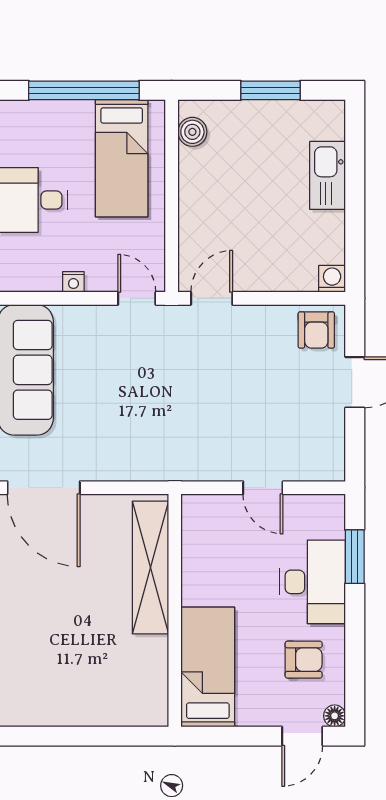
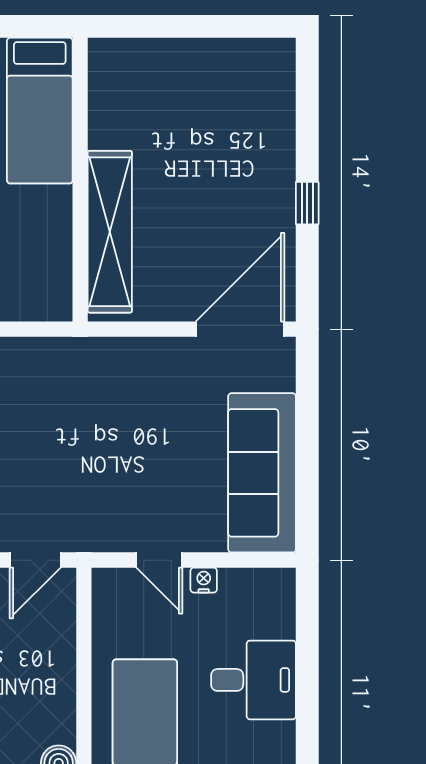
door: (137, 298) -> (159, 560), moved
door: (44, 488) -> (240, 329), hinge flipped

